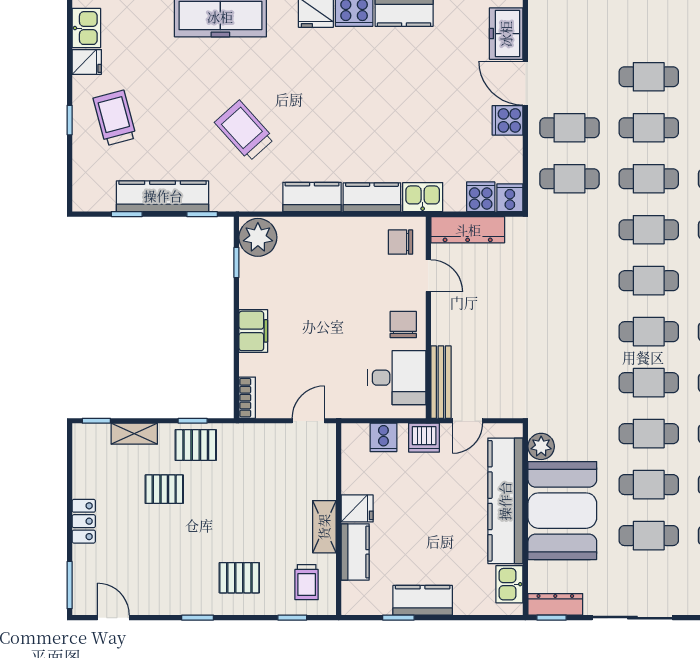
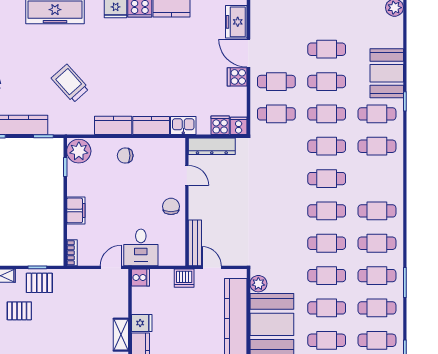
chair: (400, 242) -> (125, 156), moved
desk: (397, 378) -> (141, 247), moved, turned 90
door: (467, 421) -> (212, 267), swing flipped
cooker: (383, 437) -> (141, 278), moved, turned -90

